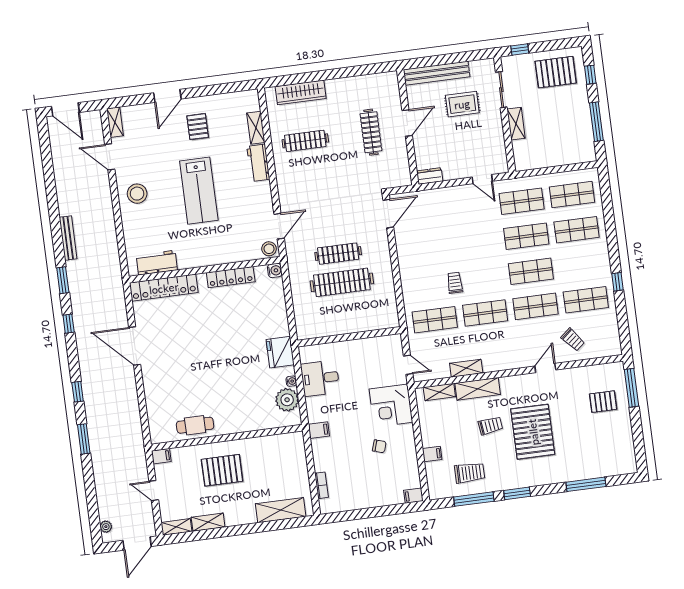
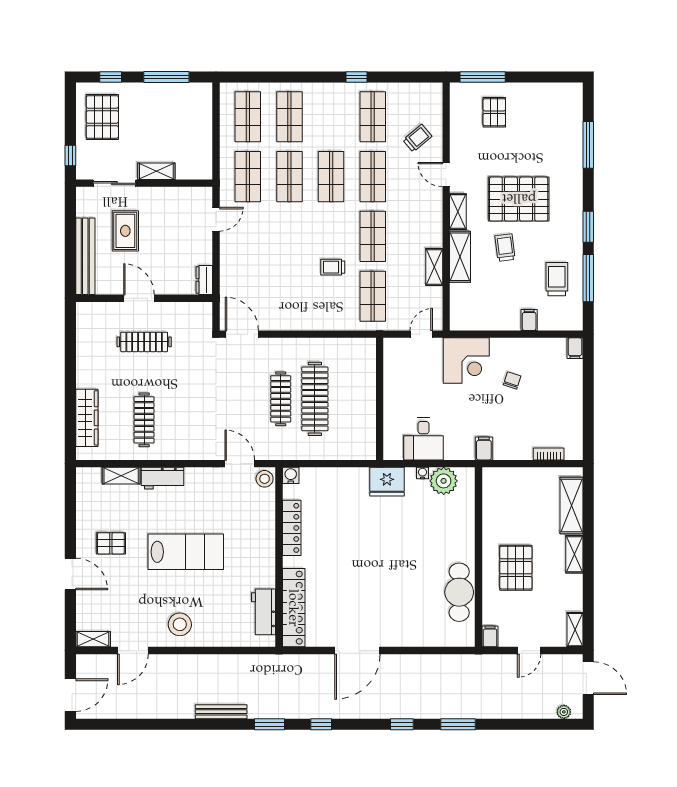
shelving: (439, 392) -> (458, 212), moved
cafe table: (195, 425) -> (459, 592), width x1.37, depth x1.35
shelving: (208, 522) -> (574, 554), moved

